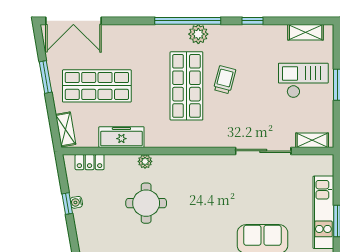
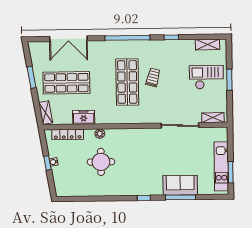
double door: (73, 21) -> (68, 39), moved
plant: (198, 34) -> (135, 47), removed
freezer: (121, 137) -> (84, 117), width x0.71
locker: (90, 162) -> (68, 134), width x1.53

